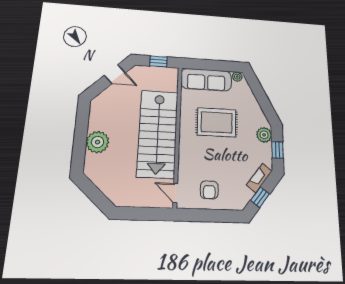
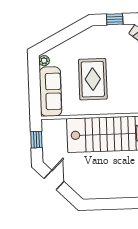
plant: (264, 135) -> (101, 32), removed
plant: (98, 142) -> (121, 188), removed

